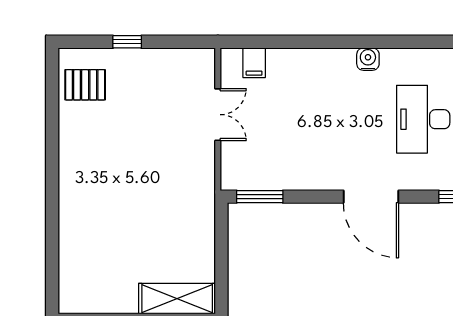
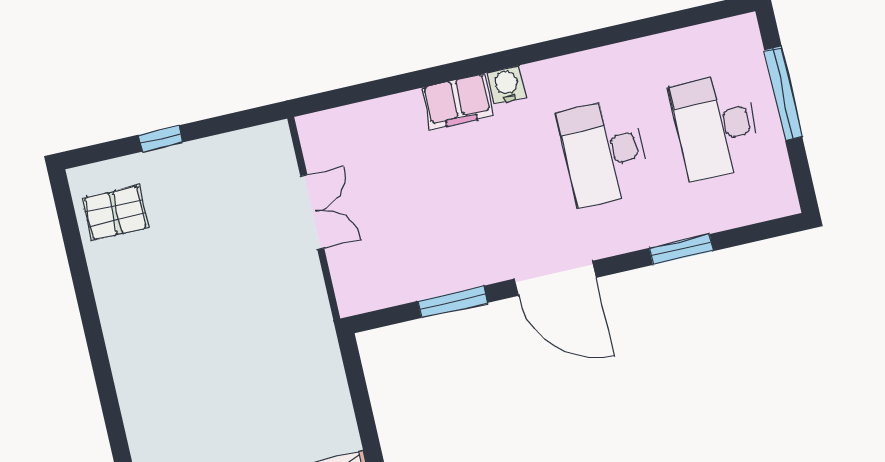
filing cabinet: (254, 63) -> (457, 102), moved, width x2.00
window: (260, 197) -> (453, 302), moved

